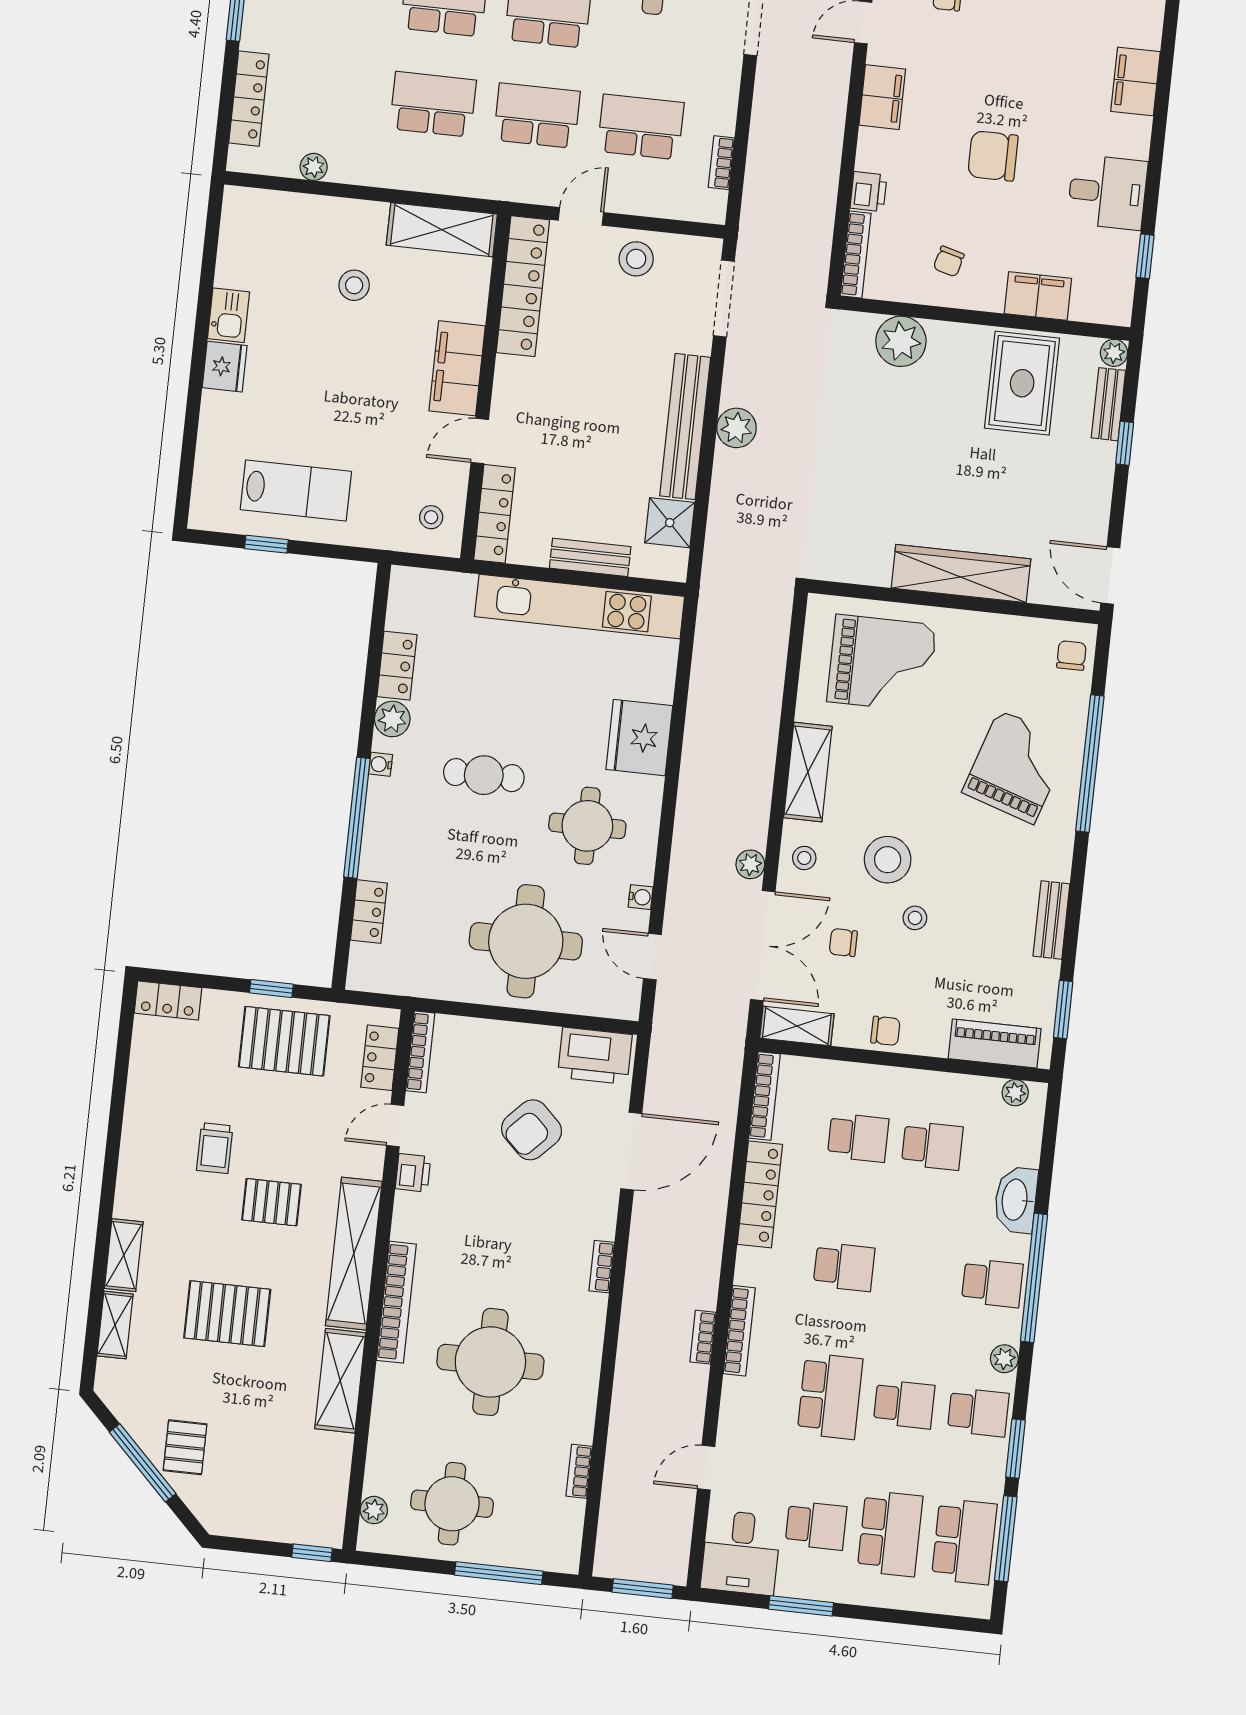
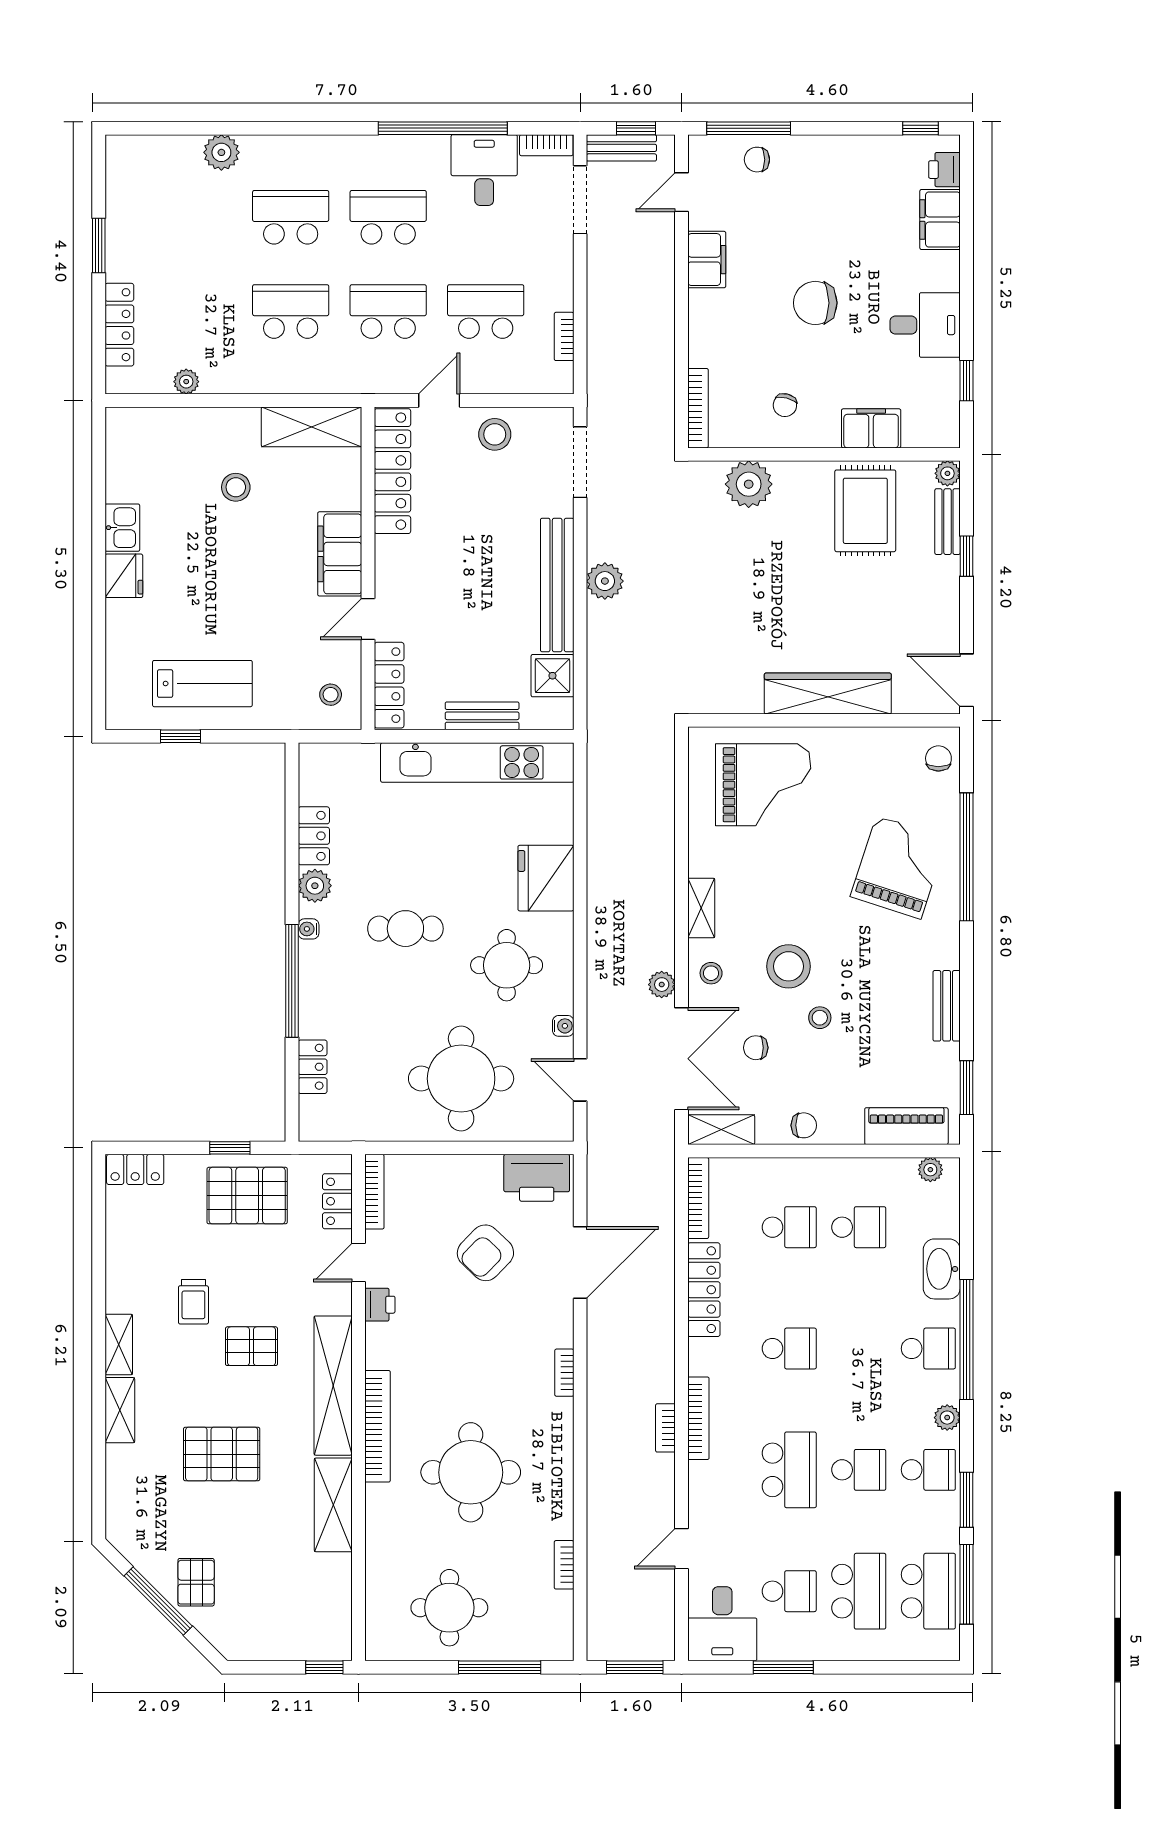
printer: (868, 192) -> (944, 170), moved, turned 180
shelving: (808, 772) -> (701, 908), width x0.67, depth x0.75
shelving: (115, 1325) -> (119, 1344), moved
plant: (374, 1510) -> (377, 1621), removed

